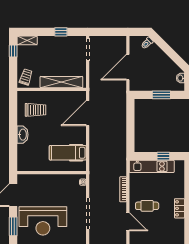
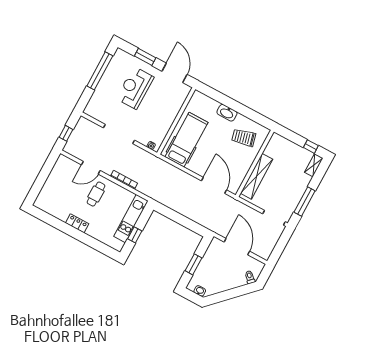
window: (61, 32) -> (305, 202), width x2.17
trolley: (26, 77) -> (280, 145), removed
trolley: (35, 110) -> (244, 138), turned 76
hospital bed: (68, 153) -> (186, 140), width x1.37, depth x1.29
reception desk: (43, 221) -> (135, 88), width x0.74, depth x0.77

